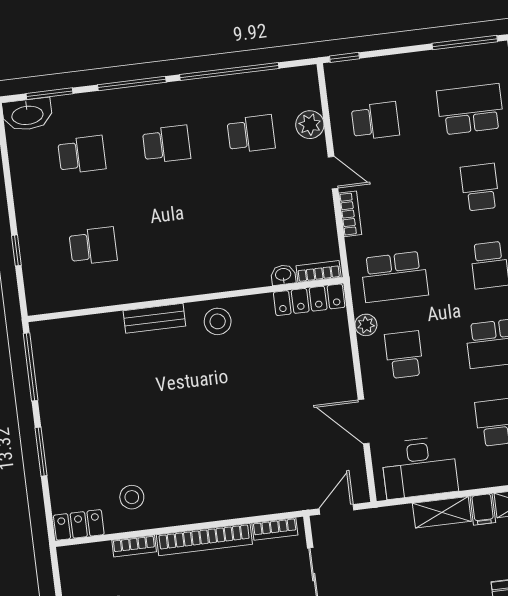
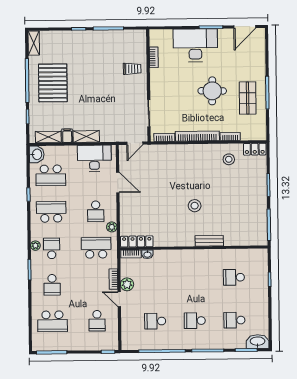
school desk: (375, 121) -> (97, 321), turned -90
plant: (310, 125) -> (127, 284), moved
stool: (218, 321) -> (195, 206), moved

